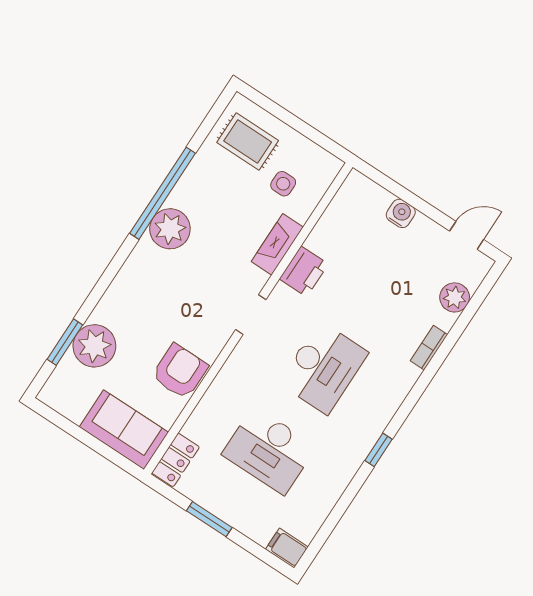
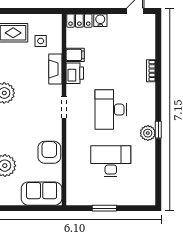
plant: (455, 297) -> (148, 133), moved
desk: (323, 368) -> (111, 110), turned 180
desk: (269, 450) -> (111, 161), turned 180
locker: (176, 460) -> (79, 21), moved, turned 90
filing cabinet: (287, 548) -> (75, 55), moved, turned 180

